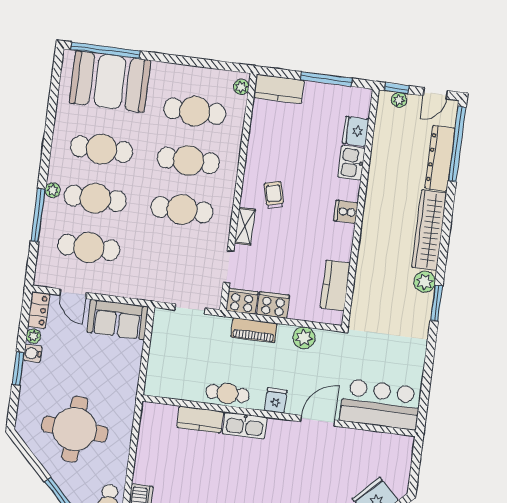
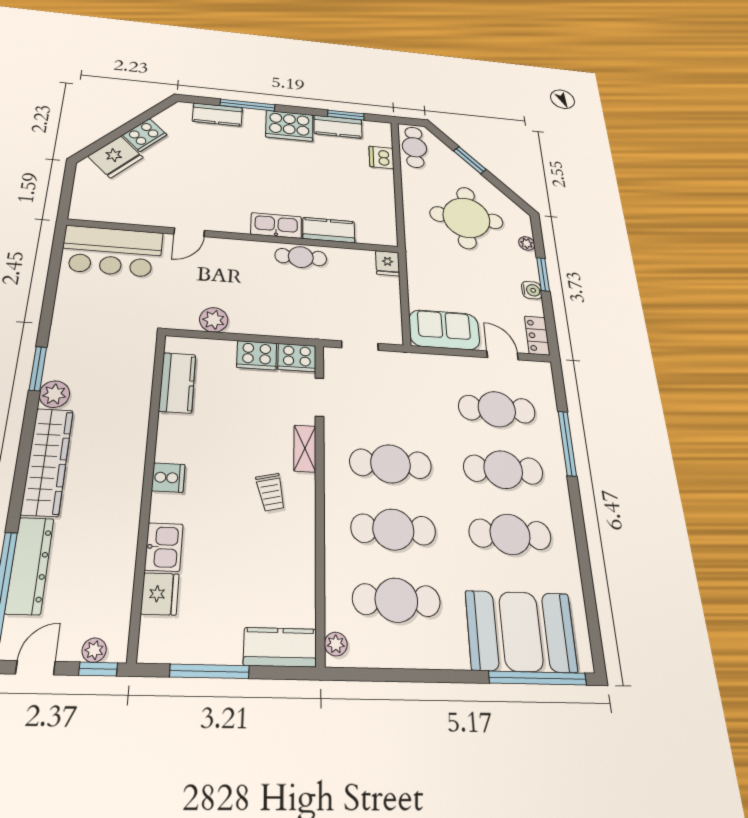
plant: (53, 190) -> (558, 475), removed
piano: (254, 330) -> (278, 325), removed
plant: (33, 336) -> (527, 243), moved
fridge: (276, 401) -> (388, 263), moved
door: (318, 421) -> (189, 232), width x0.73

